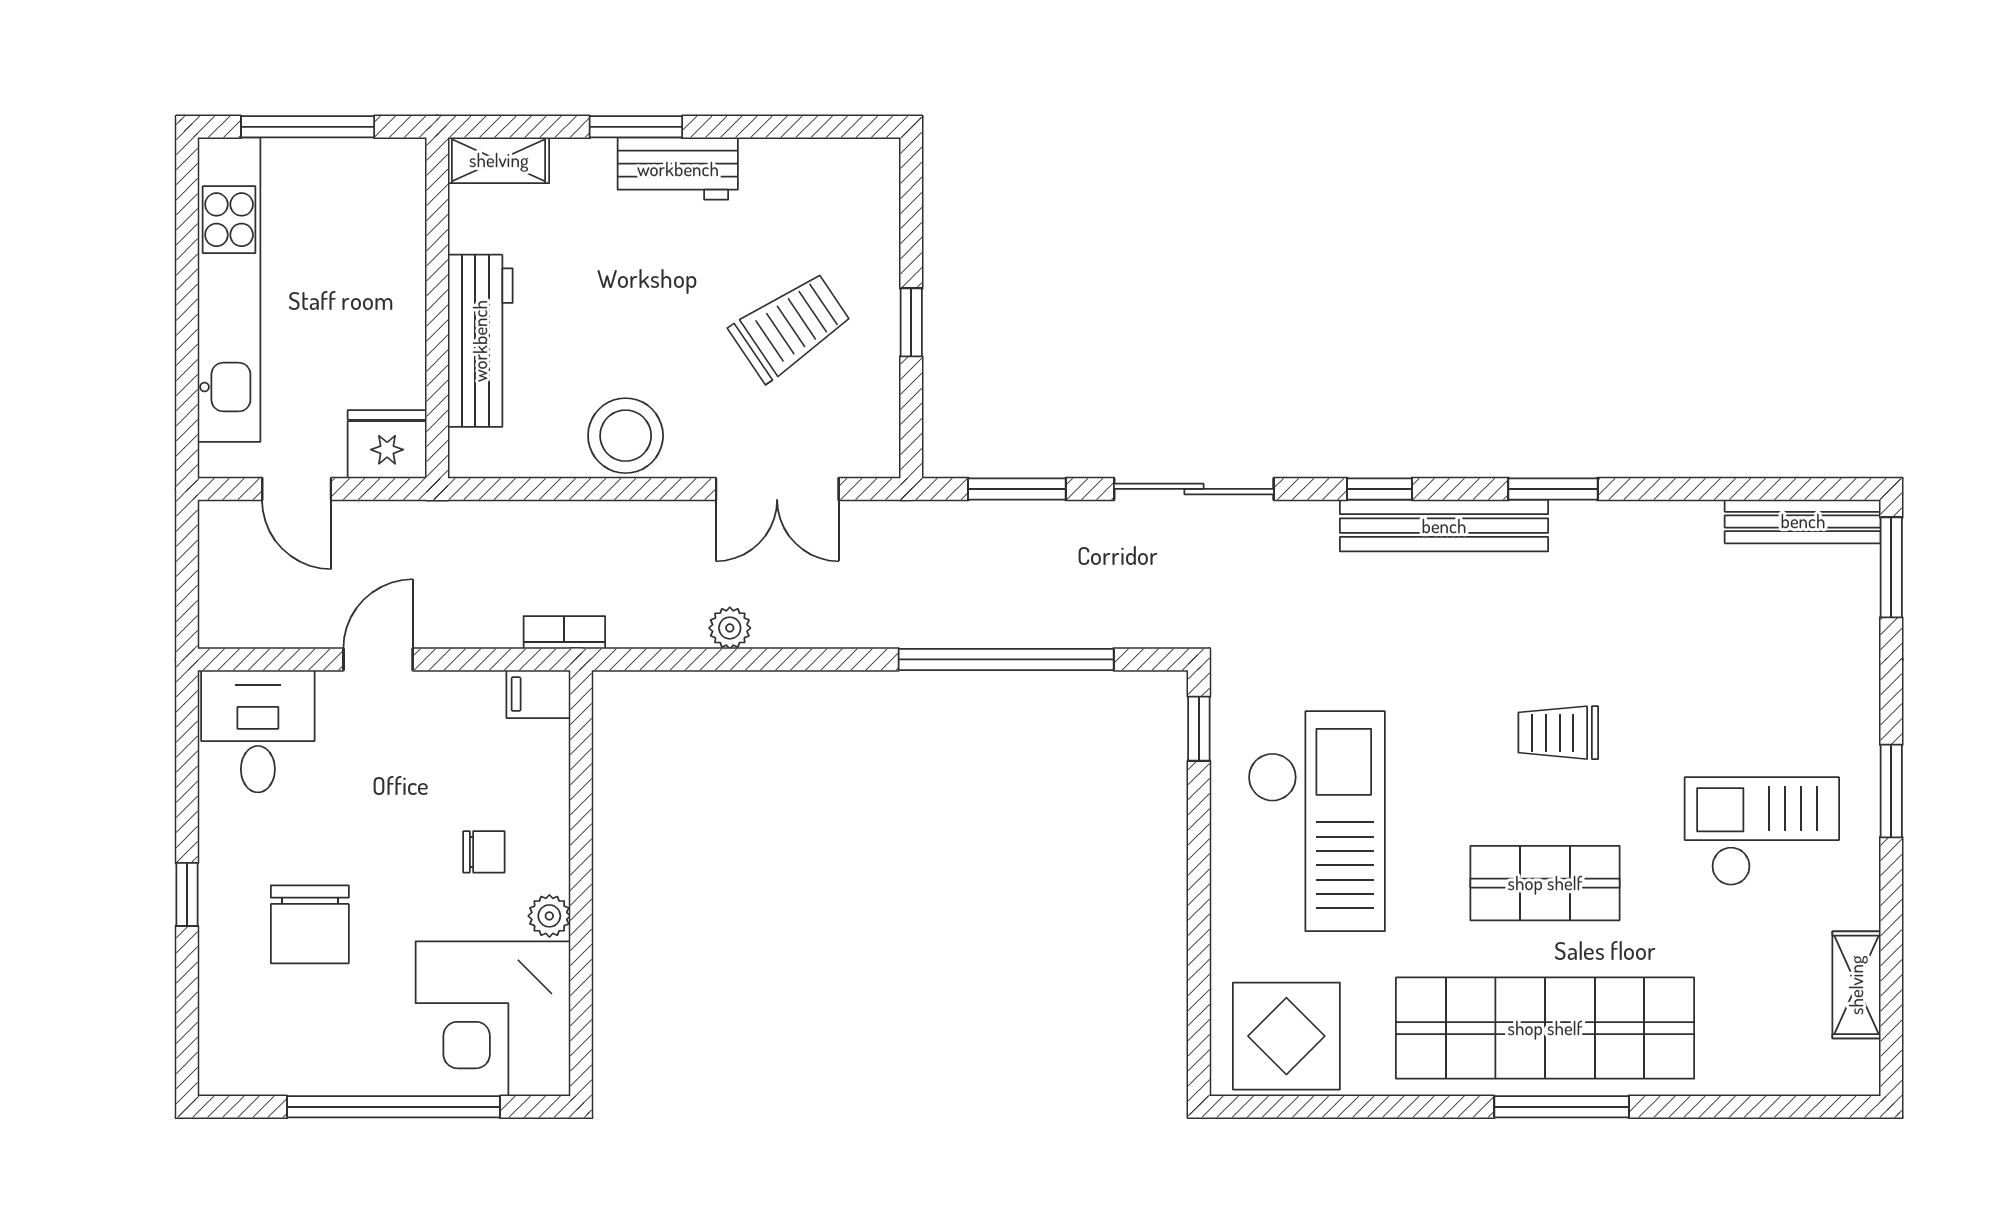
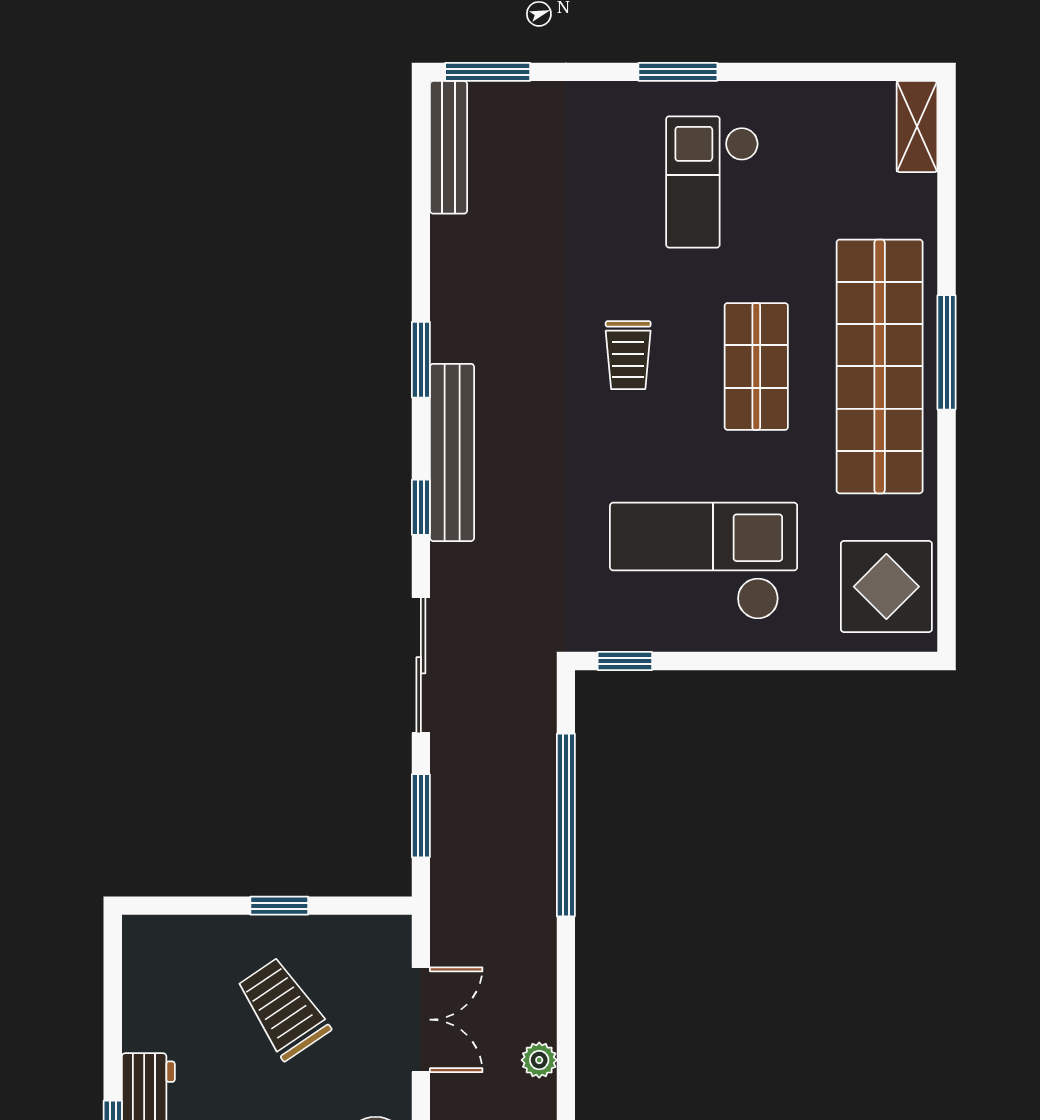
shelving: (1856, 985) -> (917, 127), moved, turned 90

